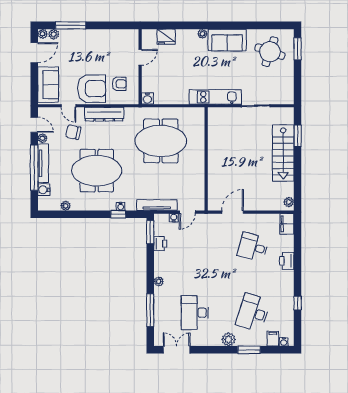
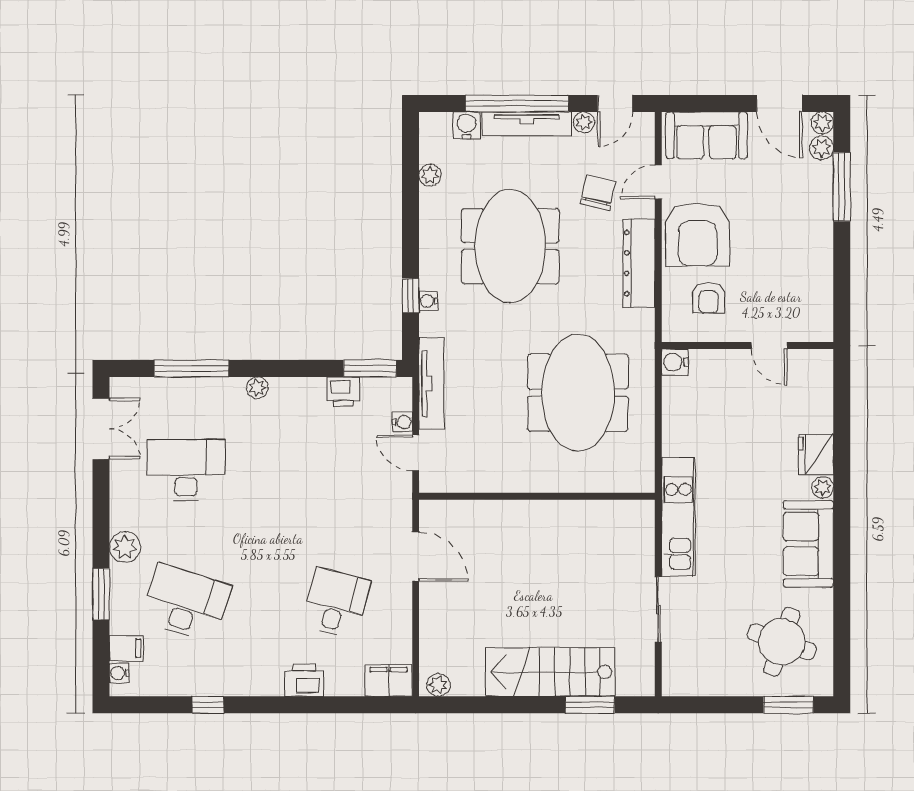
fridge: (166, 37) -> (816, 454), moved

